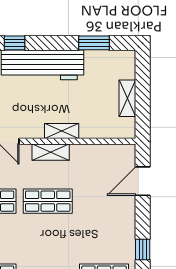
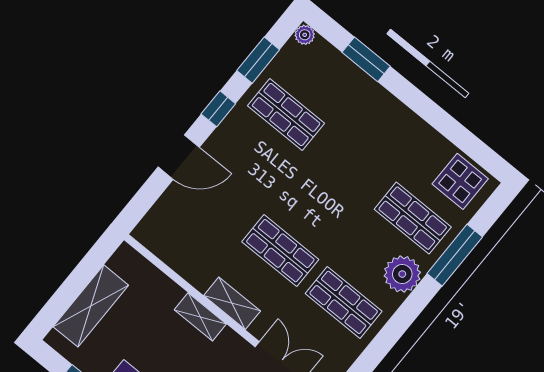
shelving: (127, 98) -> (91, 306), width x1.50, depth x1.33
door: (143, 181) -> (179, 157), moved

